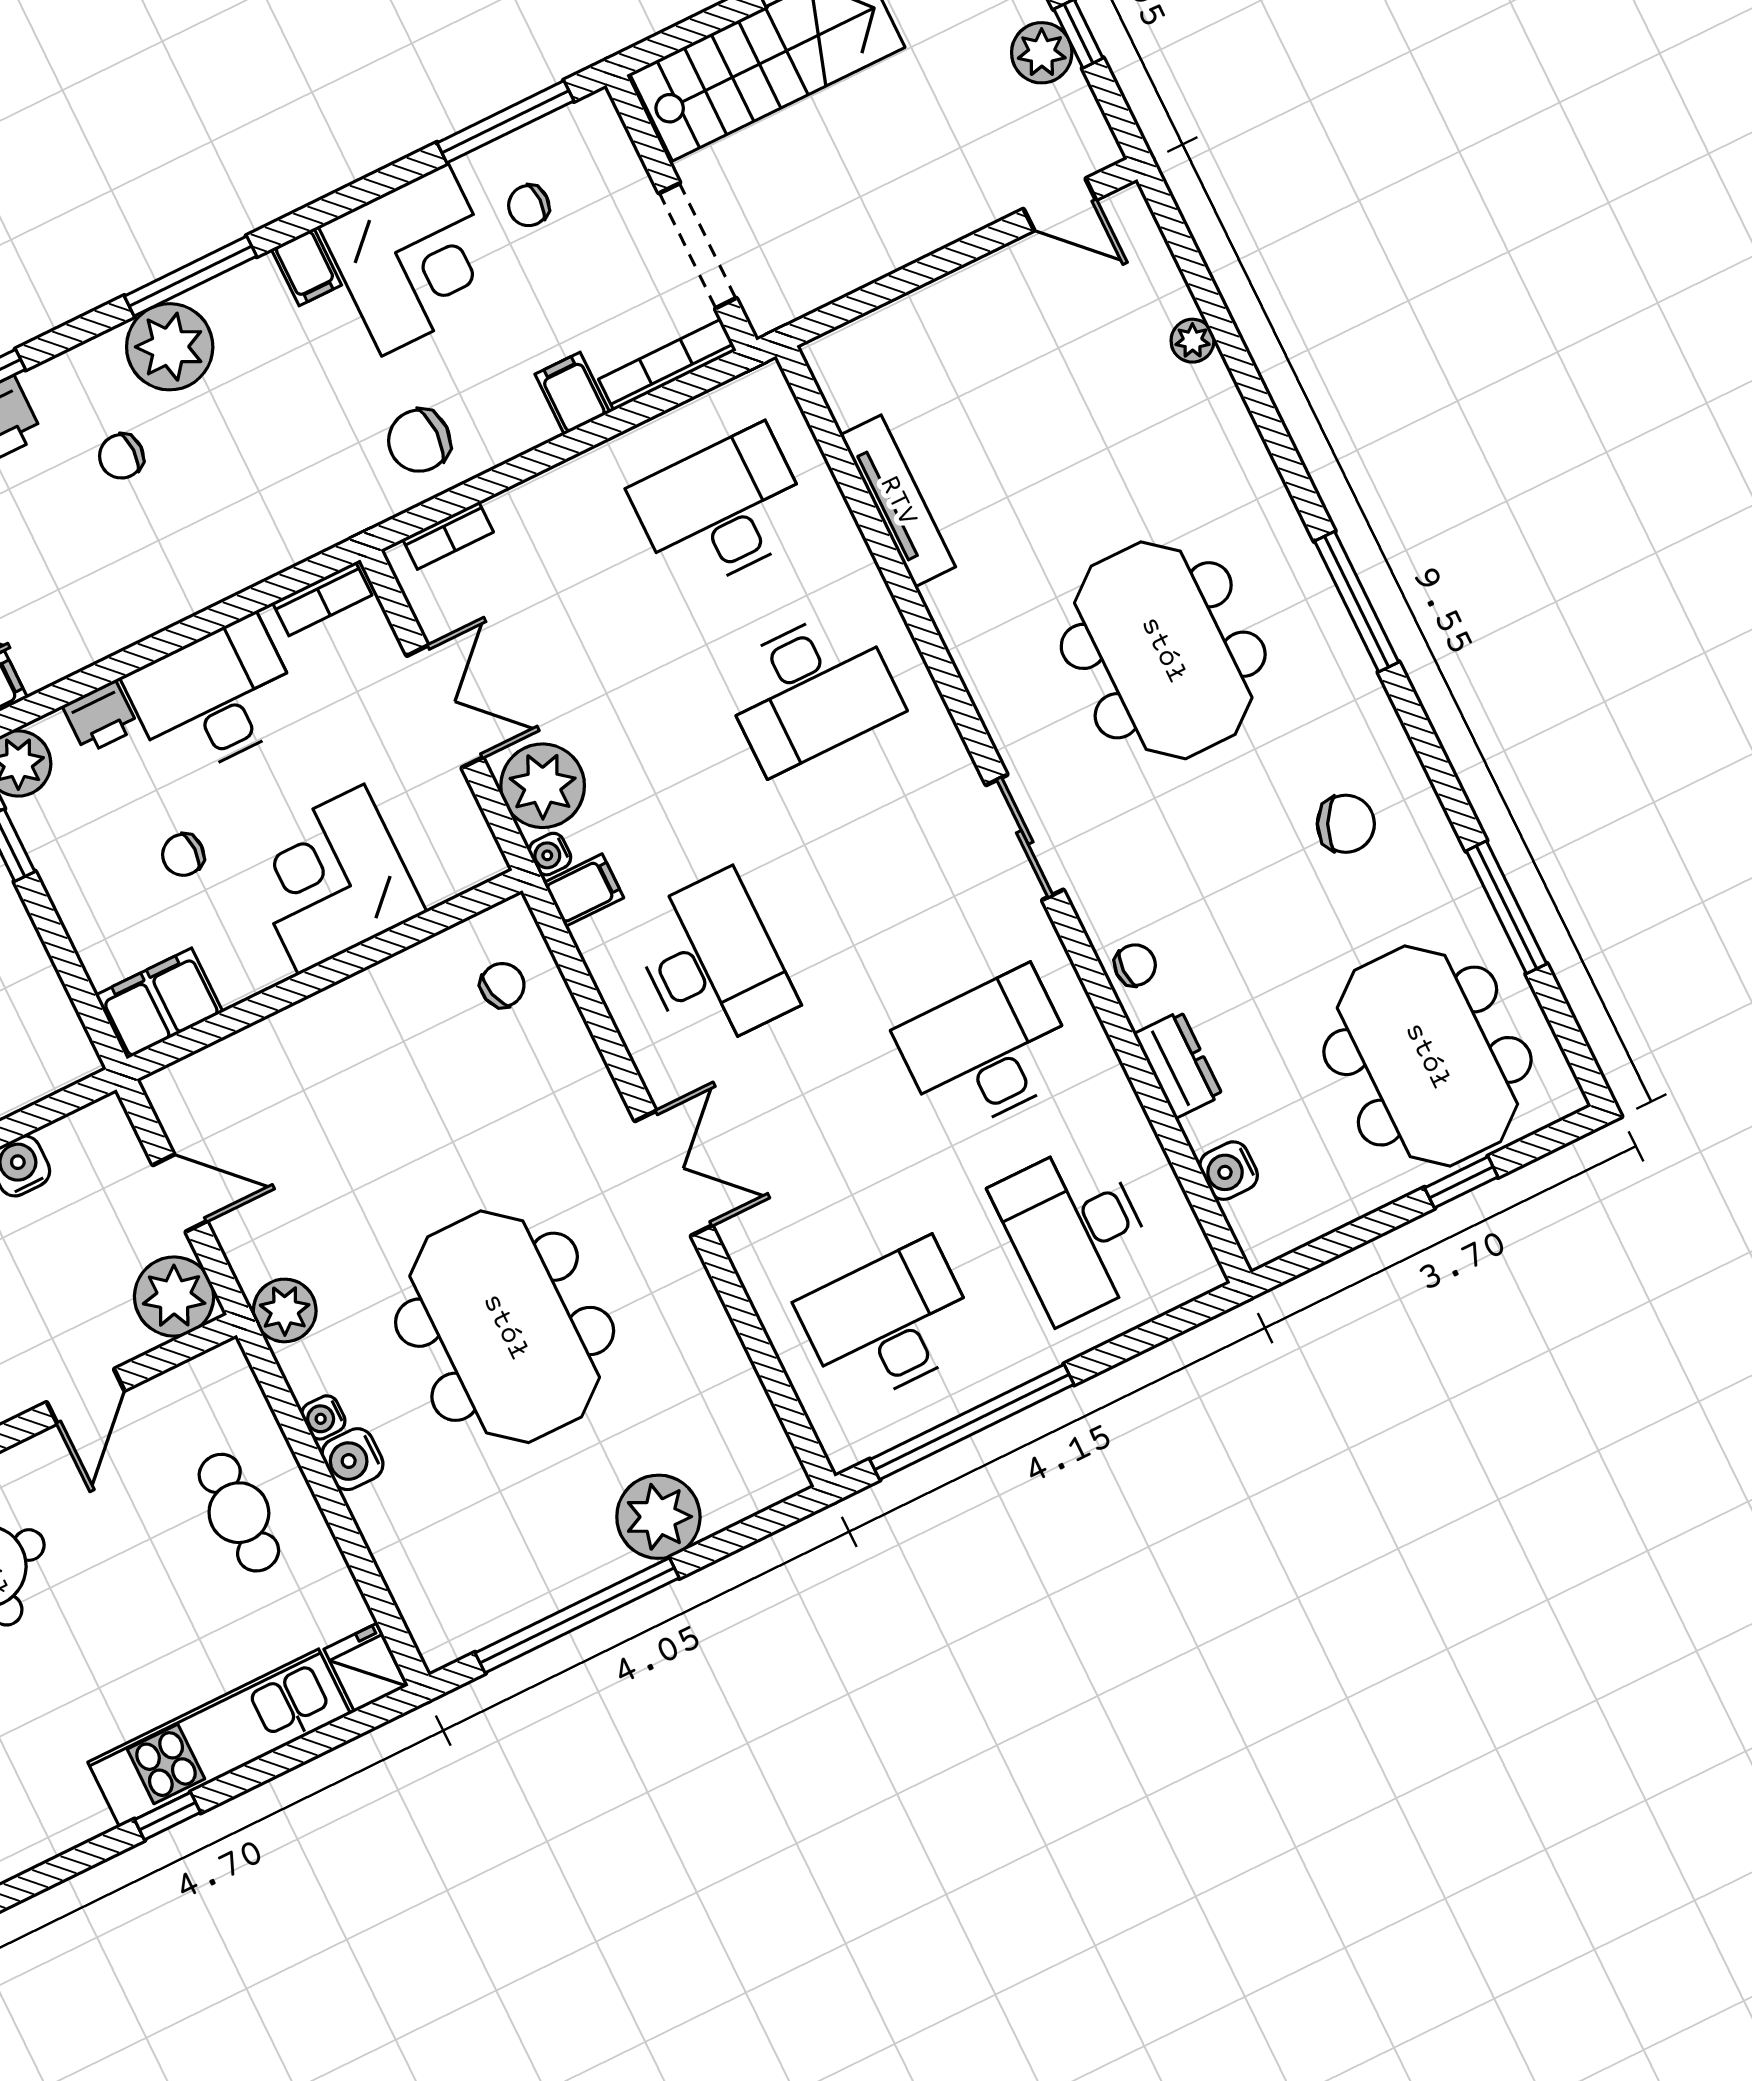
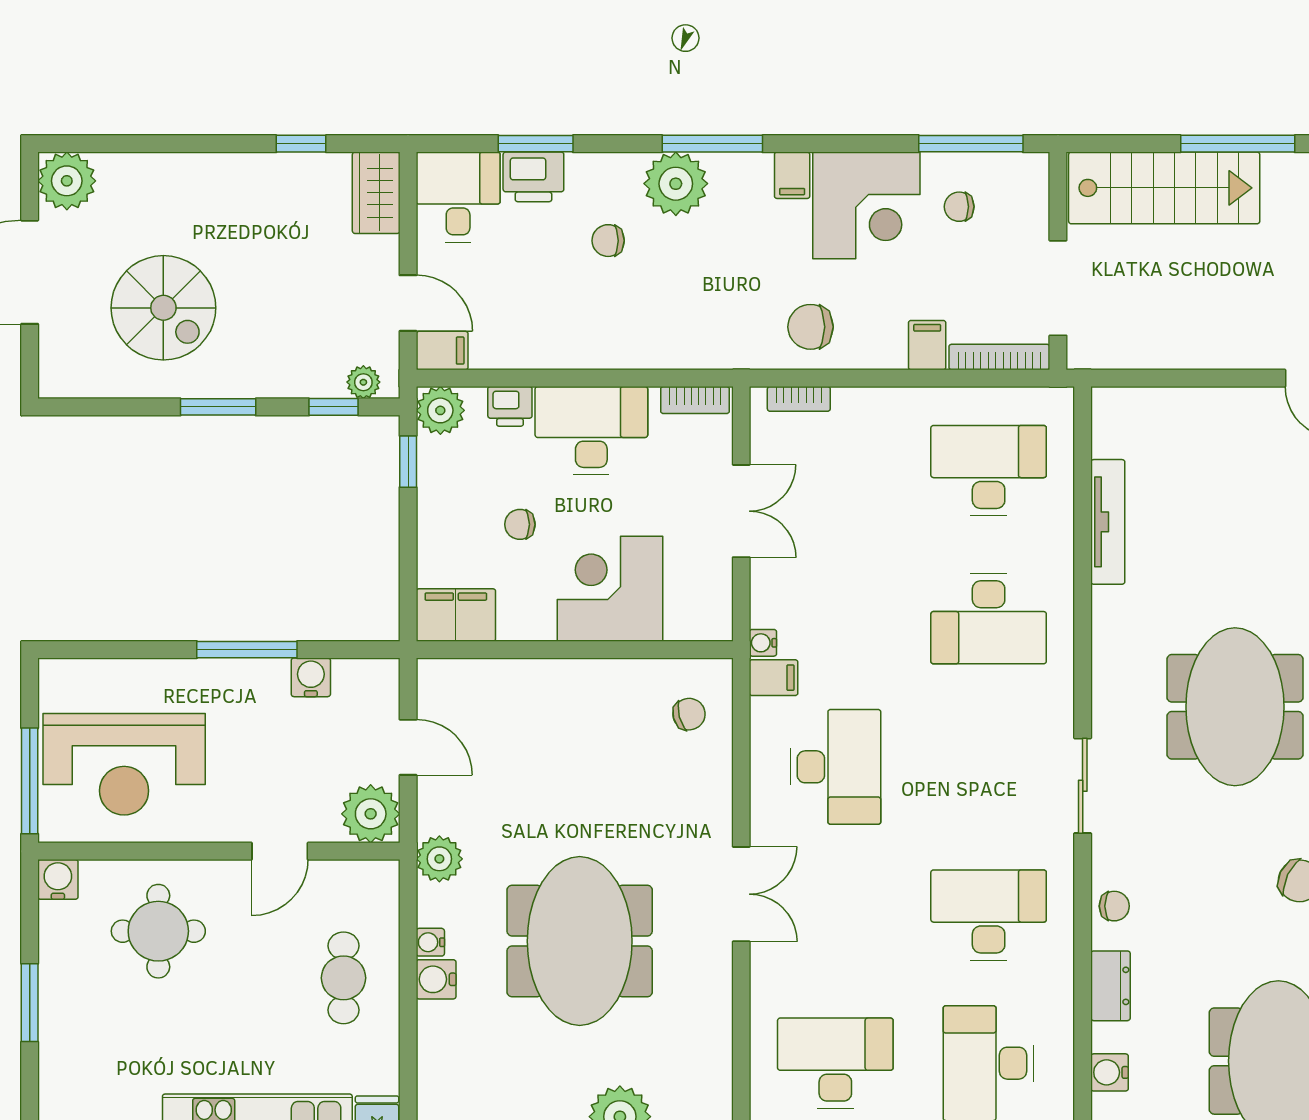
plant: (543, 786) -> (780, 595), removed

